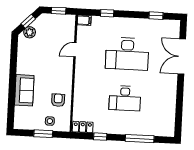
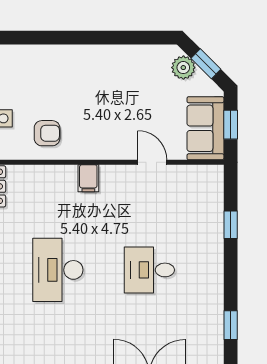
filing cabinet: (84, 20) -> (88, 178), moved
desk: (127, 54) -> (149, 270), width x0.53, depth x0.77
sofa: (24, 90) -> (205, 128), moved, turned 90

